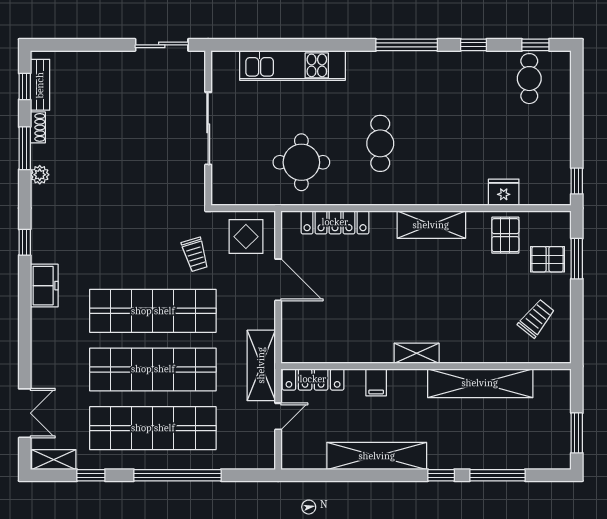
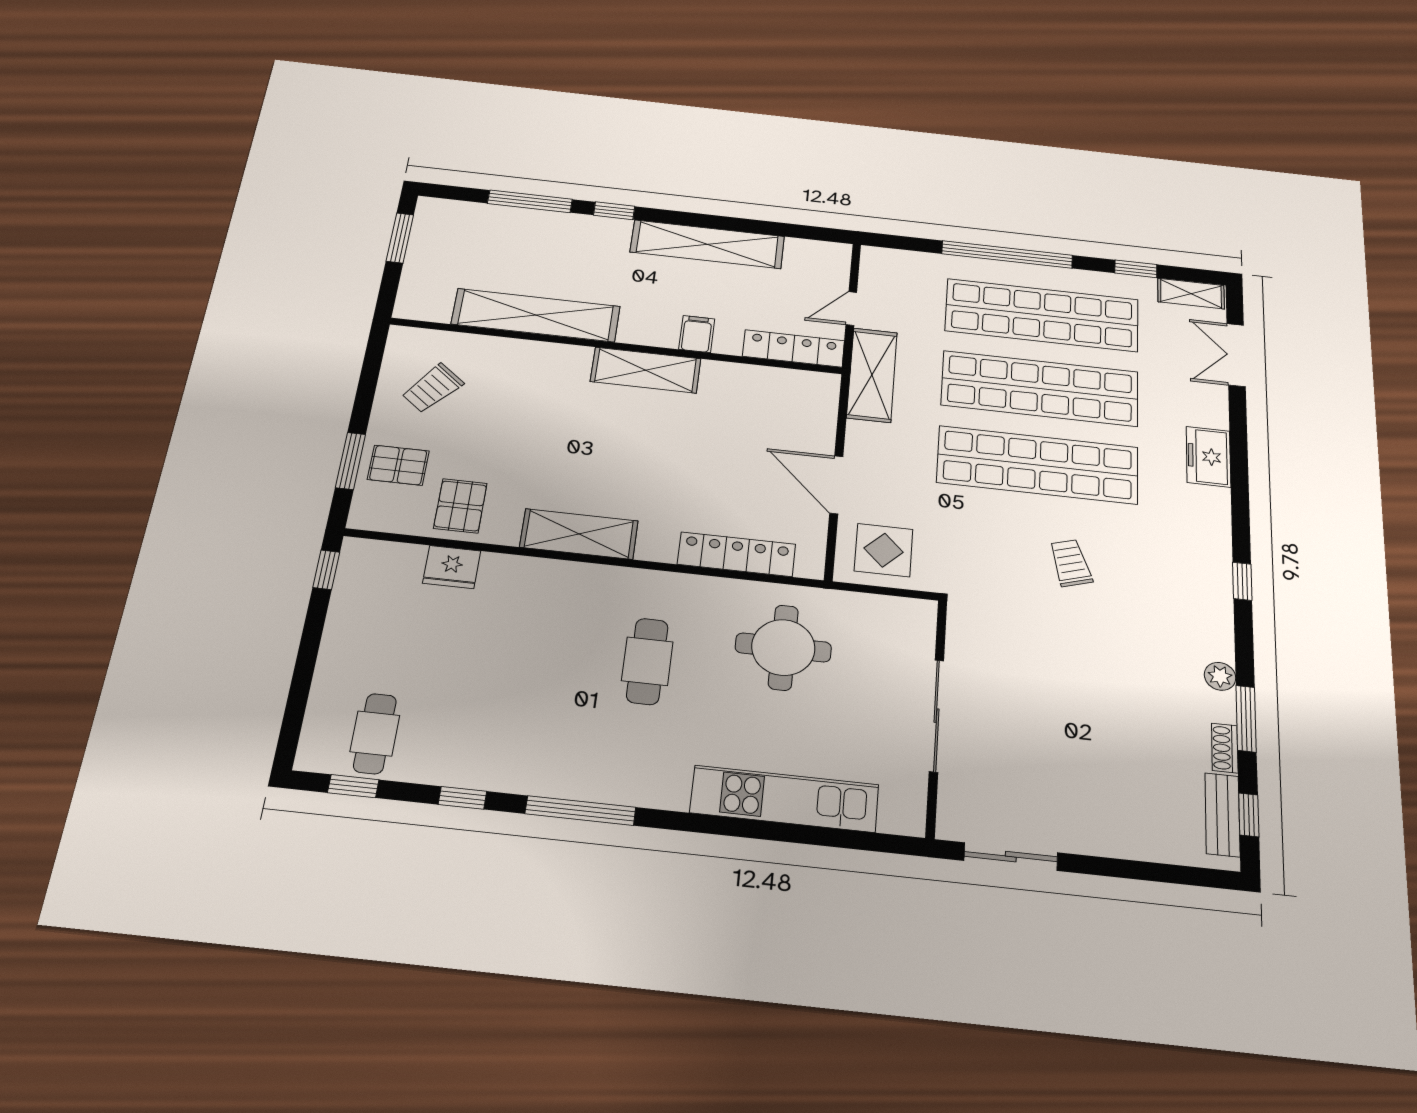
trolley: (195, 254) -> (1071, 563), moved
freezer: (44, 286) -> (1208, 457), moved
shelving: (417, 353) -> (646, 370), width x1.50, depth x1.33

